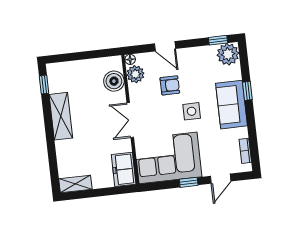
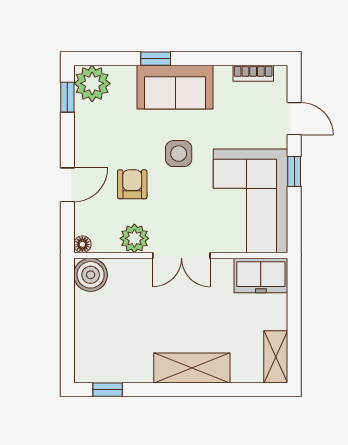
plant: (135, 74) -> (134, 238), moved
boiler: (114, 81) -> (91, 275), moved
shelving: (61, 116) -> (192, 368), moved

